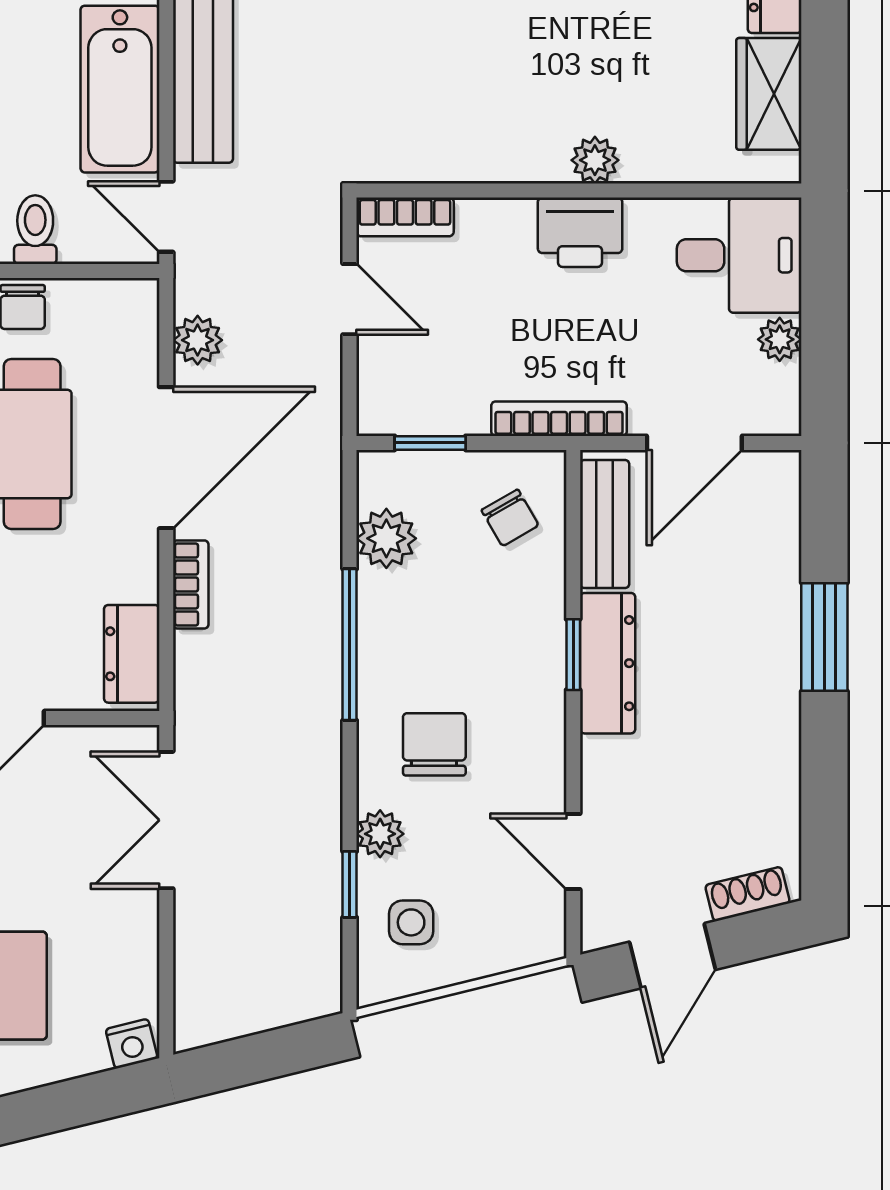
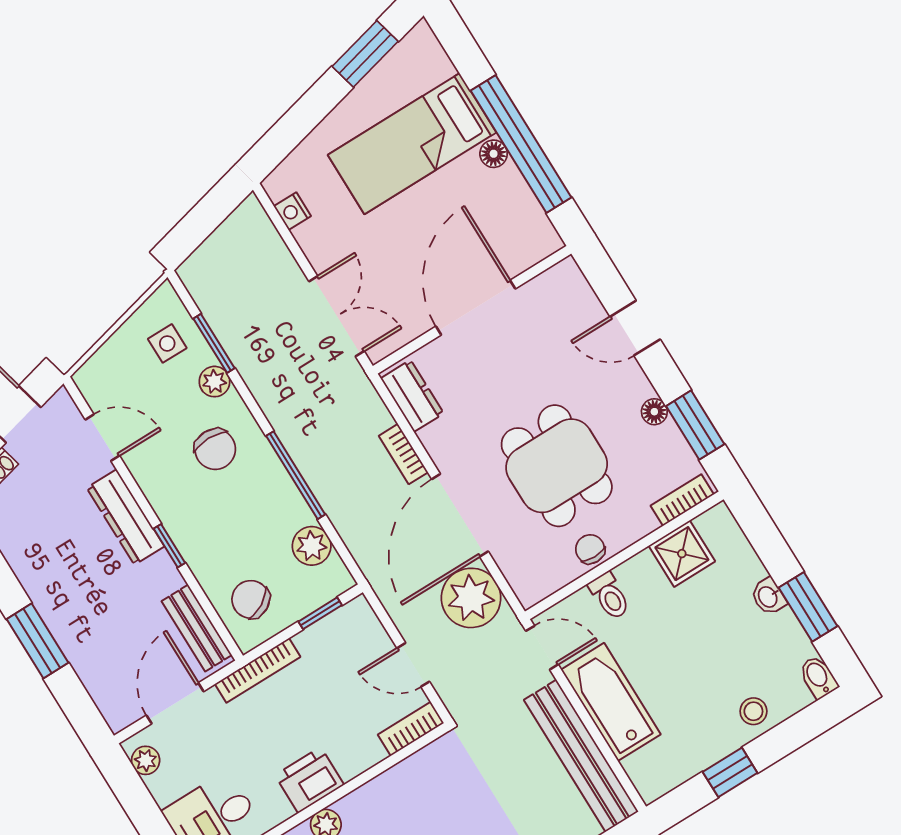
plant: (780, 339) -> (146, 760), moved
plant: (198, 340) -> (471, 598), width x1.87, depth x1.87
chair: (510, 518) -> (251, 599), width x1.37, depth x1.37
dresser: (608, 663) -> (125, 517), moved
window: (350, 884) -> (214, 343), width x1.50
nightstand: (132, 1044) -> (292, 211), moved, turned -76

